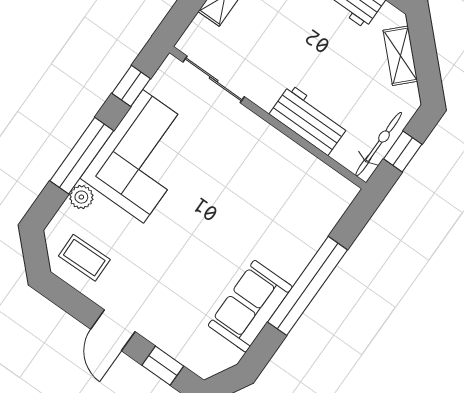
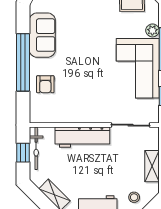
workbench: (309, 120) -> (82, 137), width x1.38
armchair: (297, 230) -> (45, 84), added

